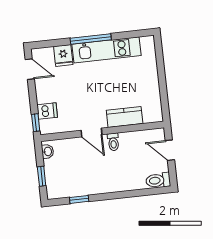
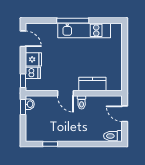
fridge: (63, 55) -> (33, 59), moved, turned -90
window: (42, 176) -> (23, 107), moved

